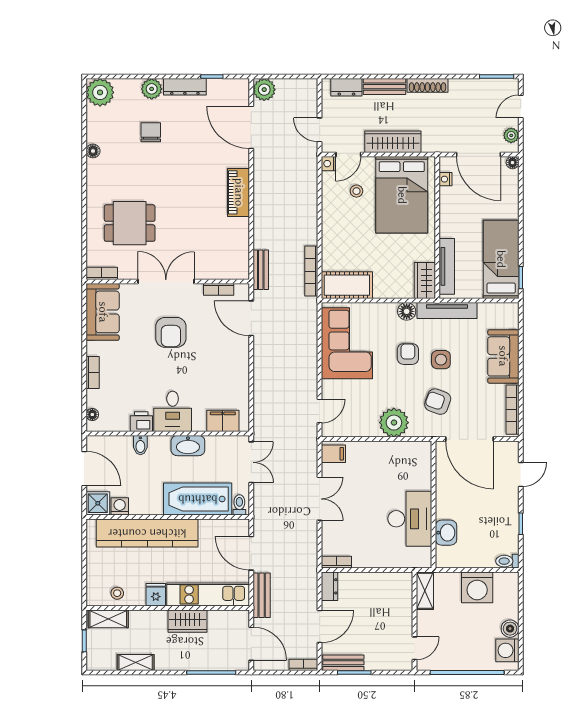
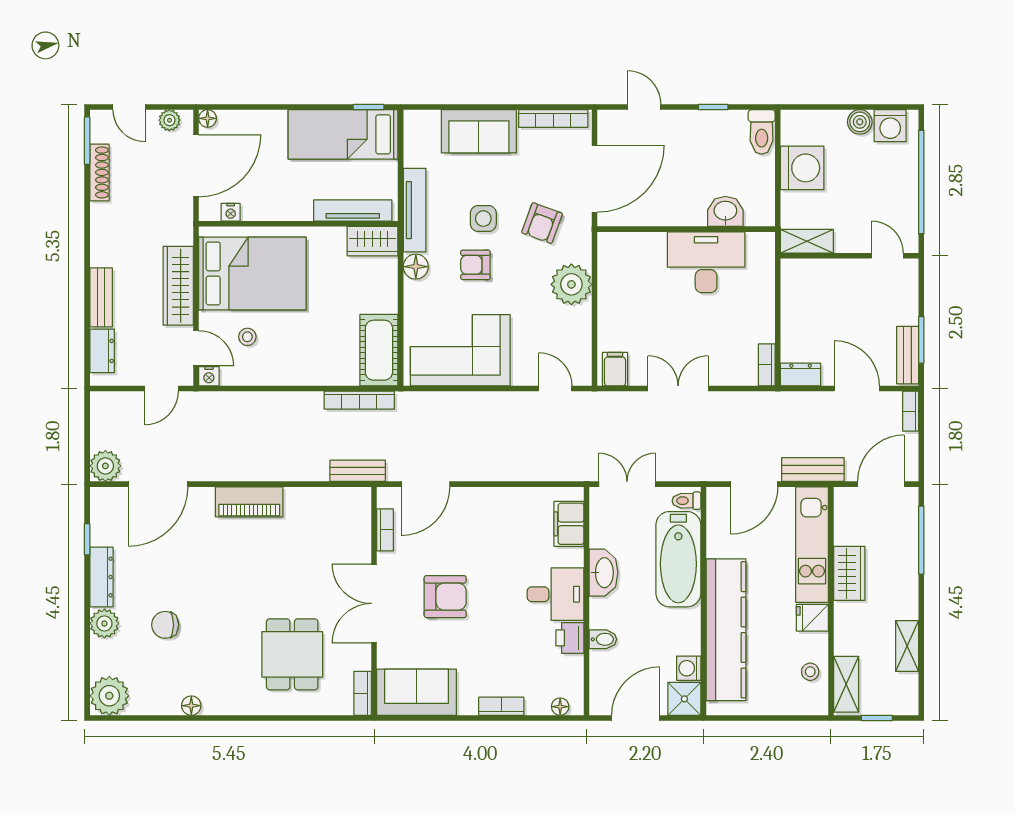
shoe rack: (427, 85) -> (99, 172), moved
toilet: (507, 561) -> (762, 132), width x1.37, depth x1.39

